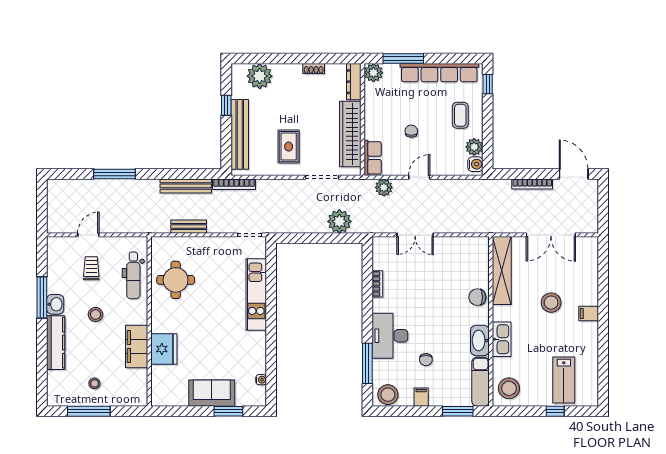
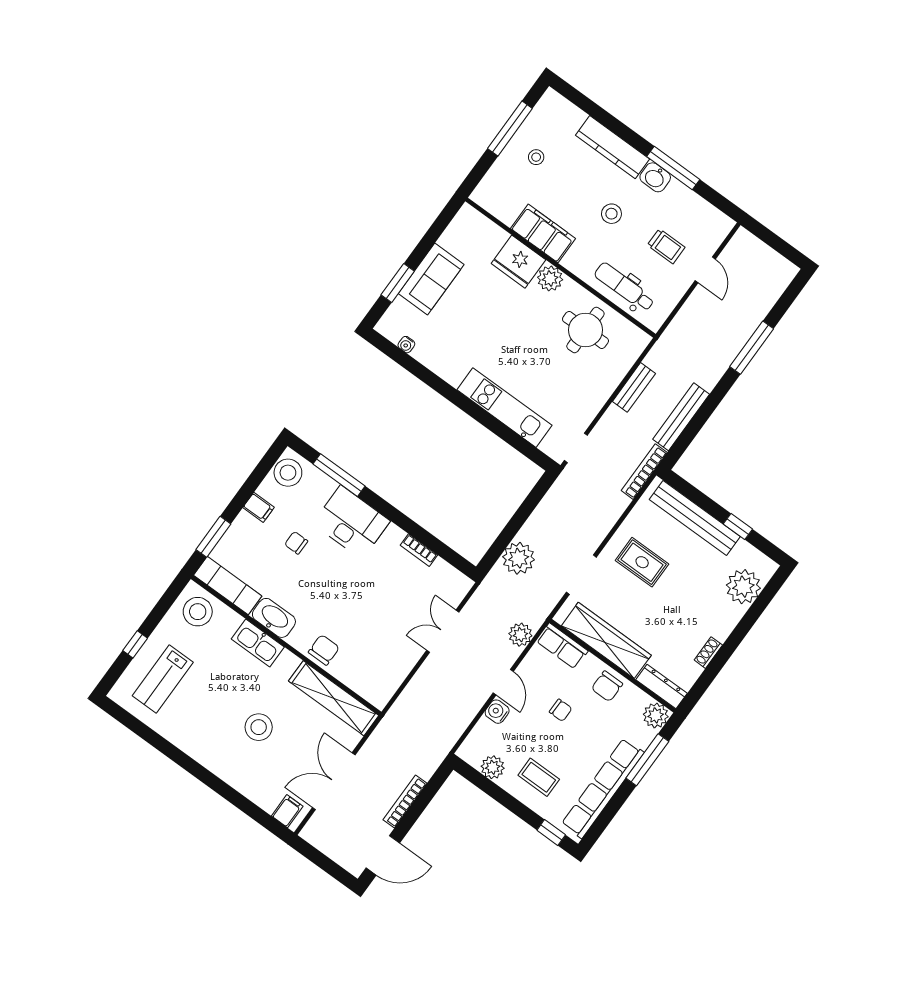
chair: (377, 114) -> (607, 686), added
water cooler: (475, 164) -> (497, 712), moved, turned 90
filing cabinet: (589, 314) -> (287, 811), moved
plant: (160, 323) -> (550, 278), added
lab bench: (564, 380) -> (163, 679), turned -90

